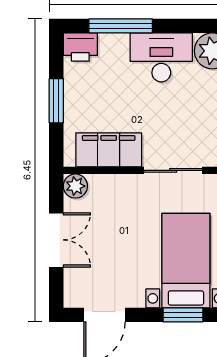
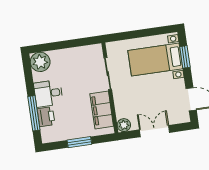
printer: (80, 47) -> (46, 117), moved
desk: (161, 57) -> (48, 93), width x0.73

